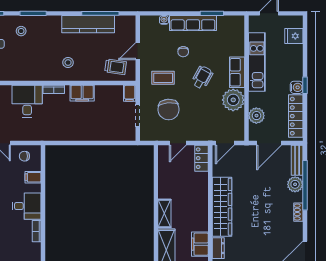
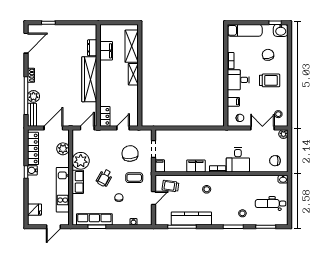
row of seats: (193, 23) -> (94, 219), moved

